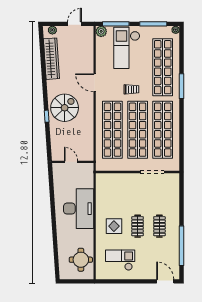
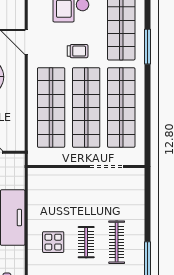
clothes rail: (159, 226) -> (117, 242), width x1.36

